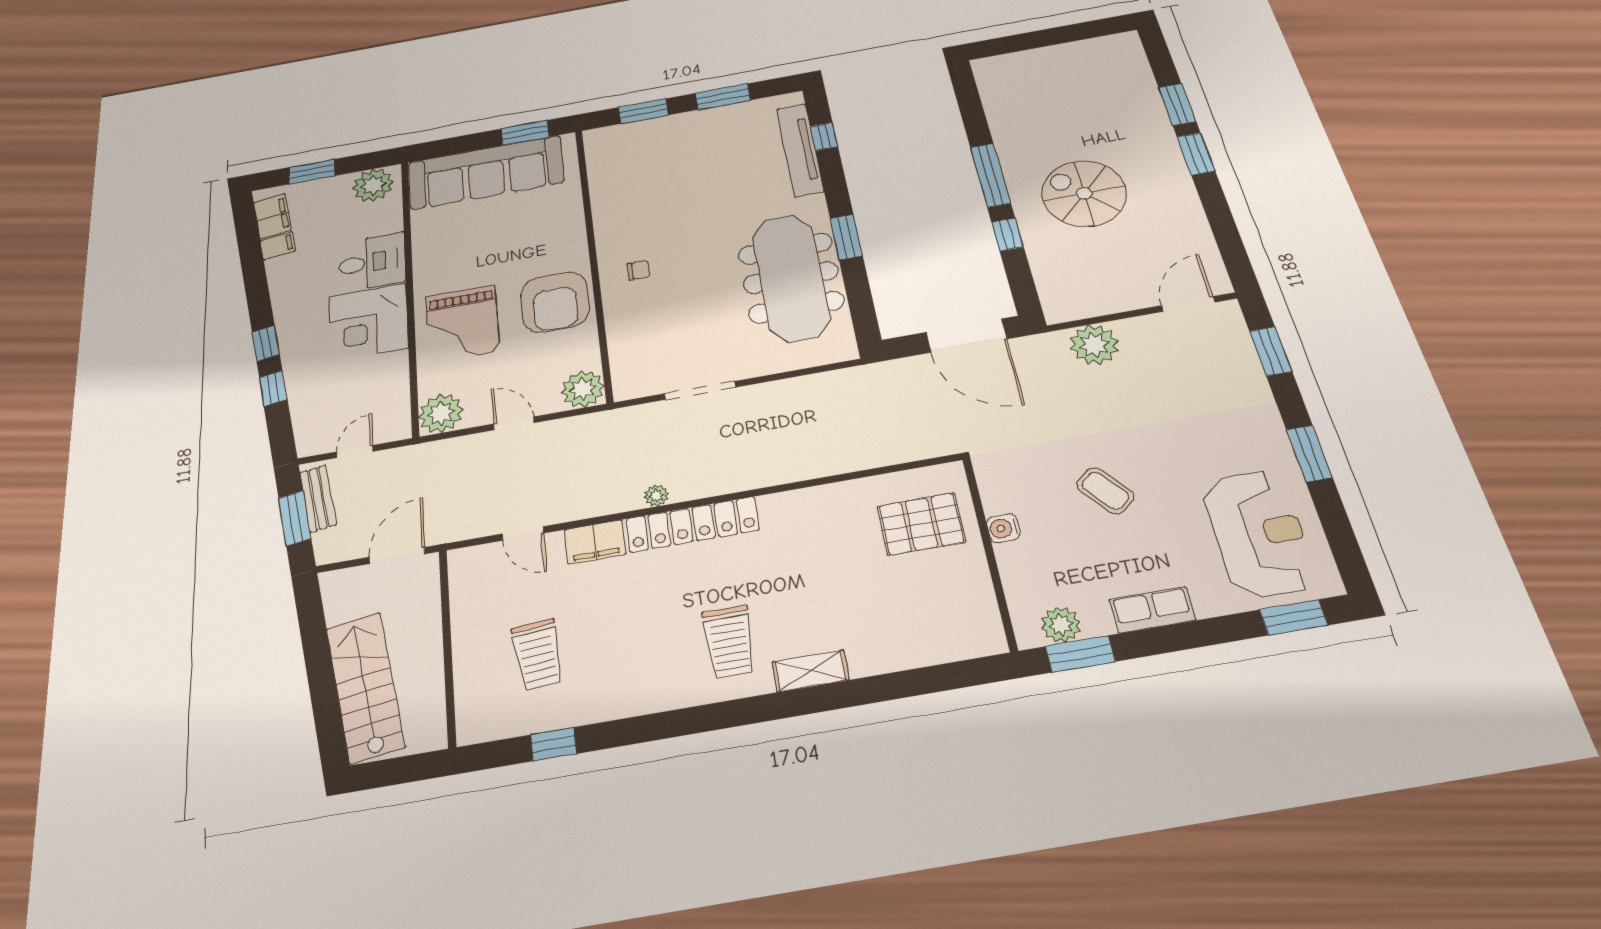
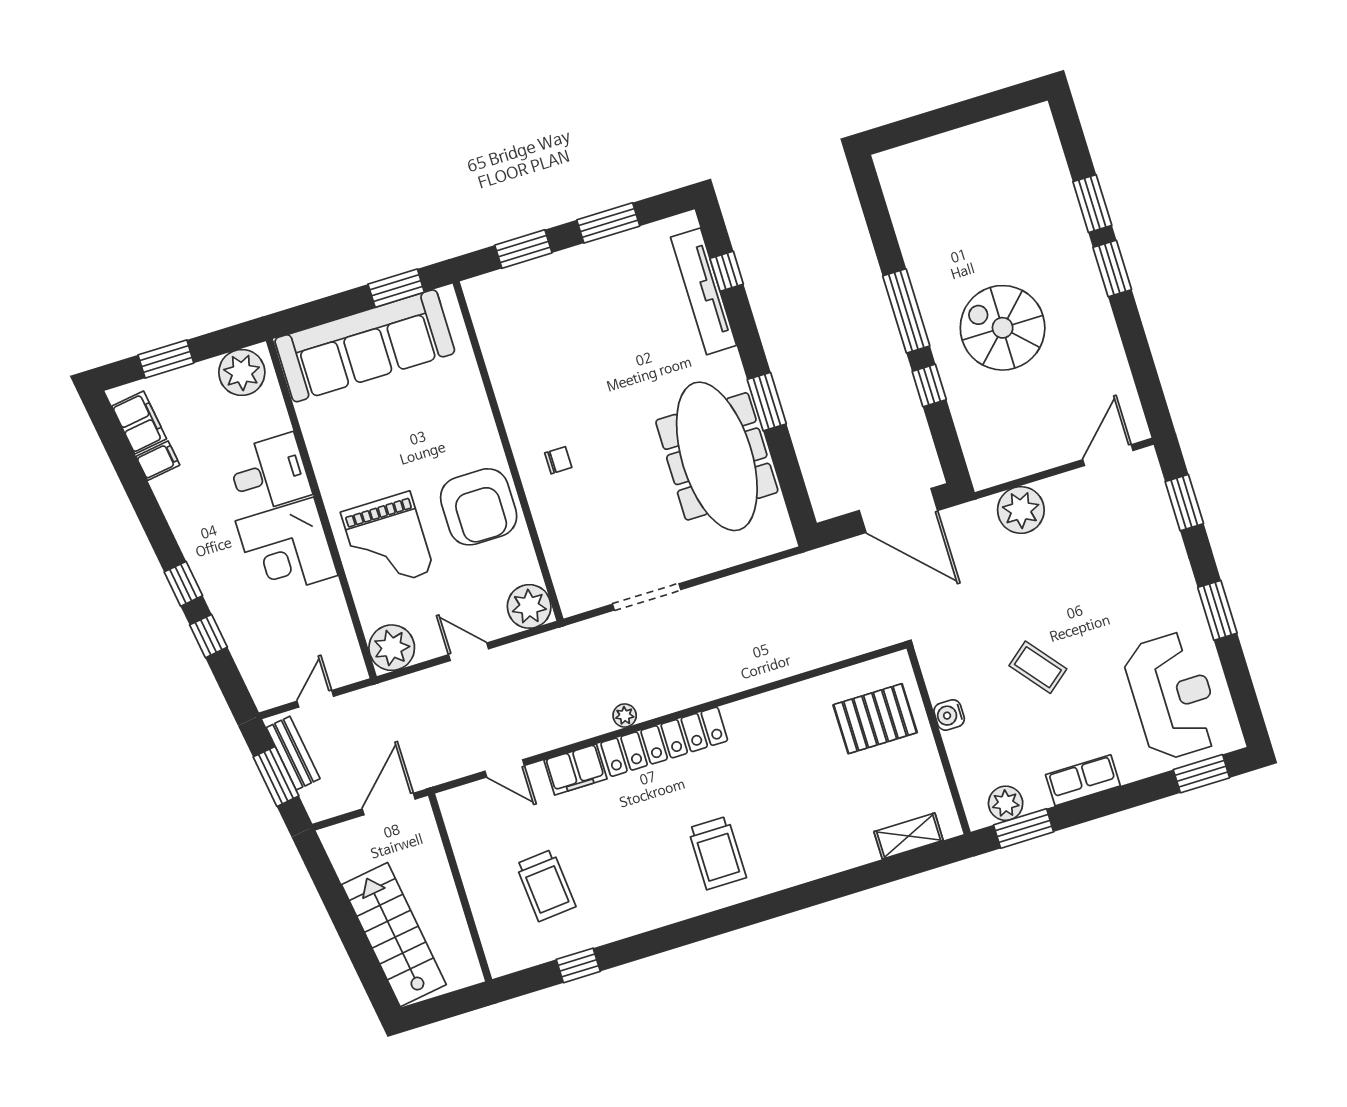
shelving: (810, 671) -> (909, 836), moved

